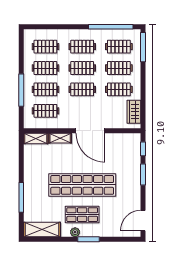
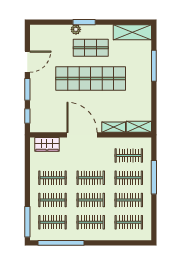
wardrobe: (134, 112) -> (47, 144), moved, turned 90
door: (143, 221) -> (27, 62), moved
plant: (75, 232) -> (76, 29), moved

